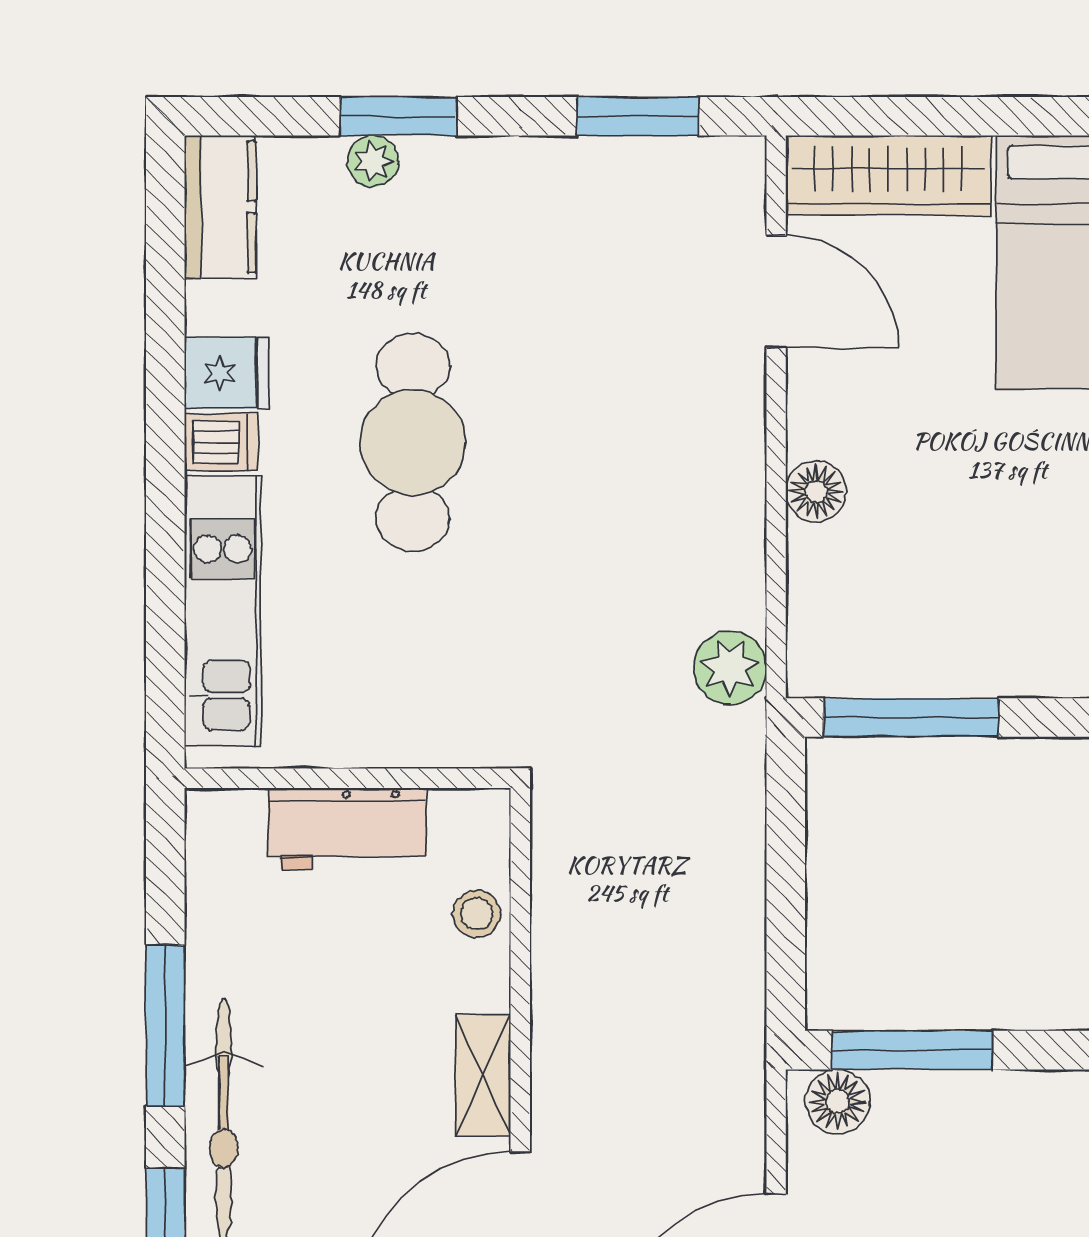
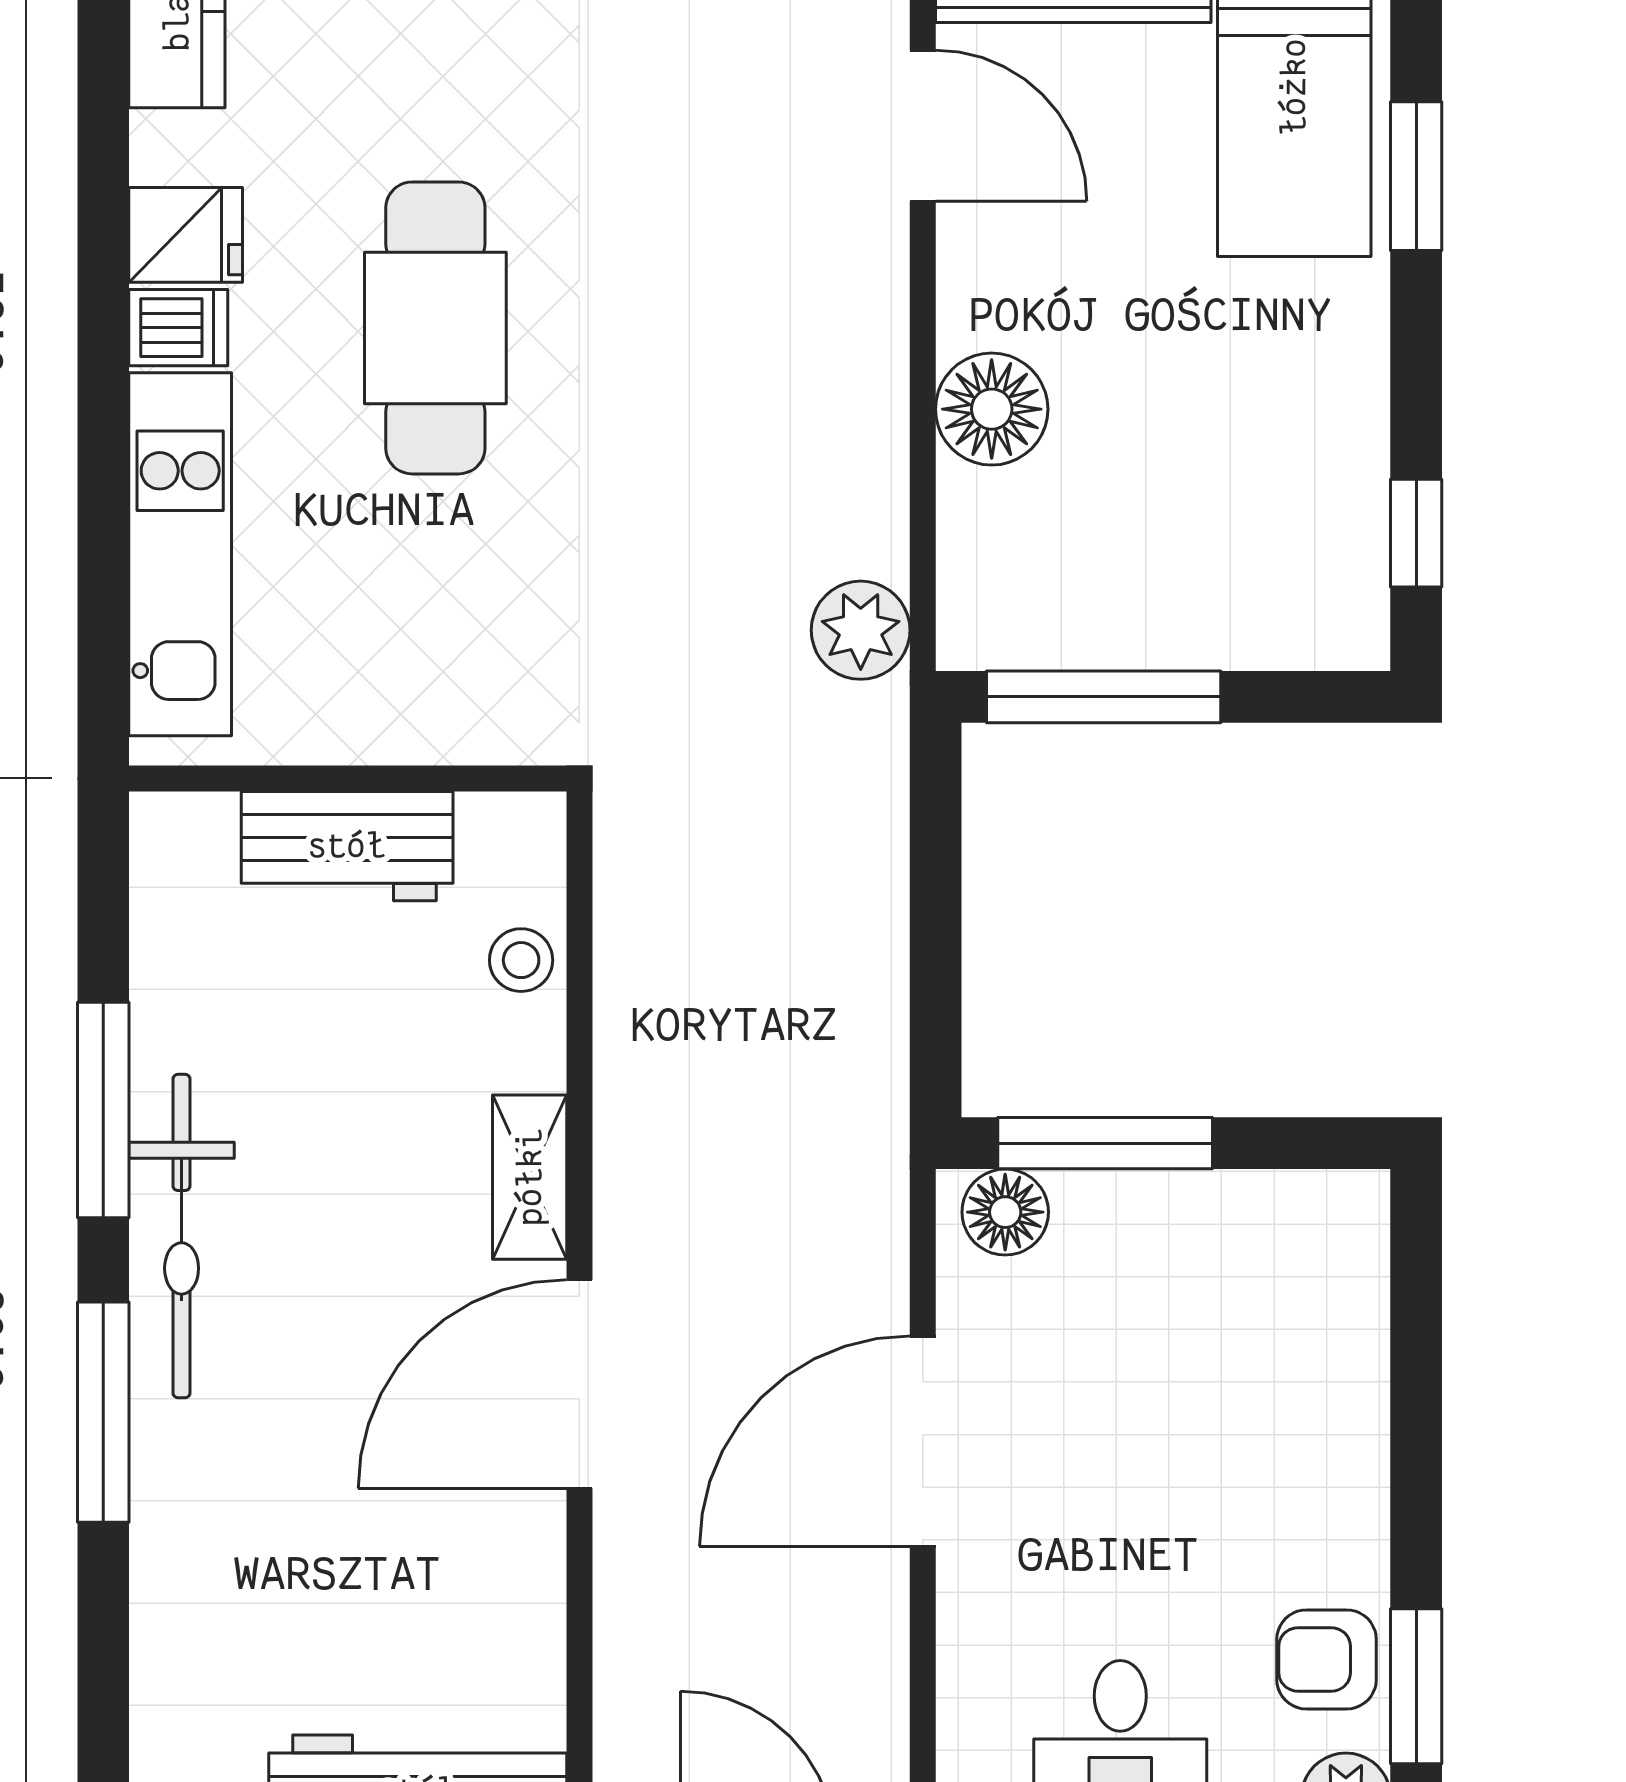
floor lamp: (816, 492) -> (992, 409), width x1.38, depth x1.38

